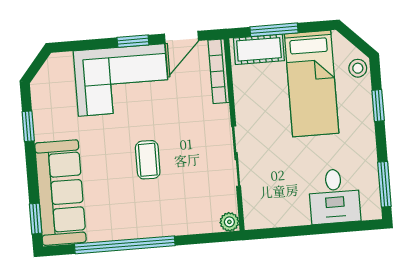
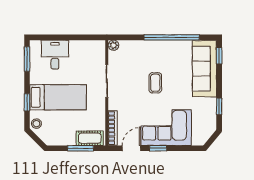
bed: (312, 83) -> (58, 97), moved, turned 90

